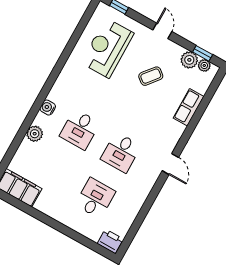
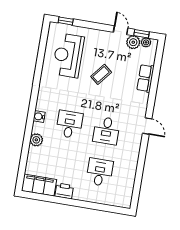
door: (162, 31) -> (121, 30), moved
coffee table: (151, 76) -> (101, 74), moved
desk: (80, 129) -> (69, 124), turned 180
printer: (110, 241) -> (64, 191), moved

